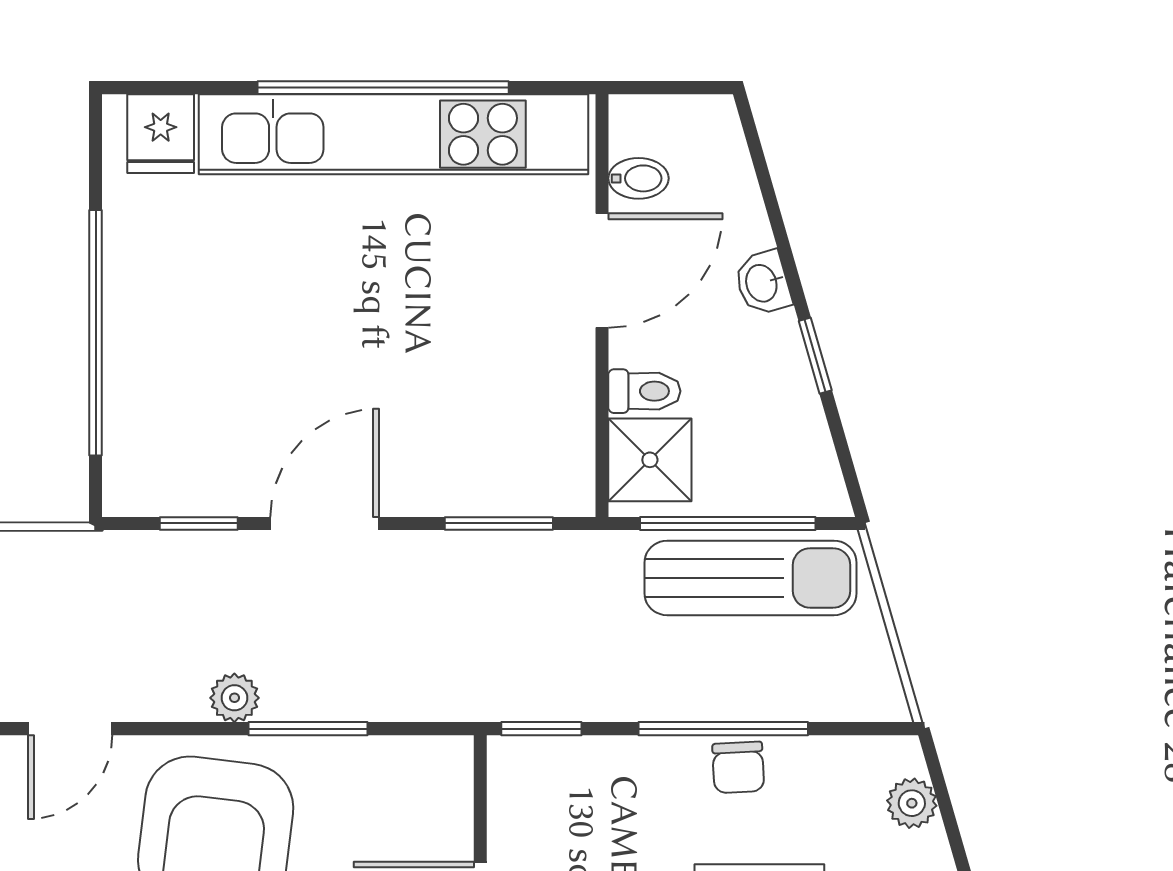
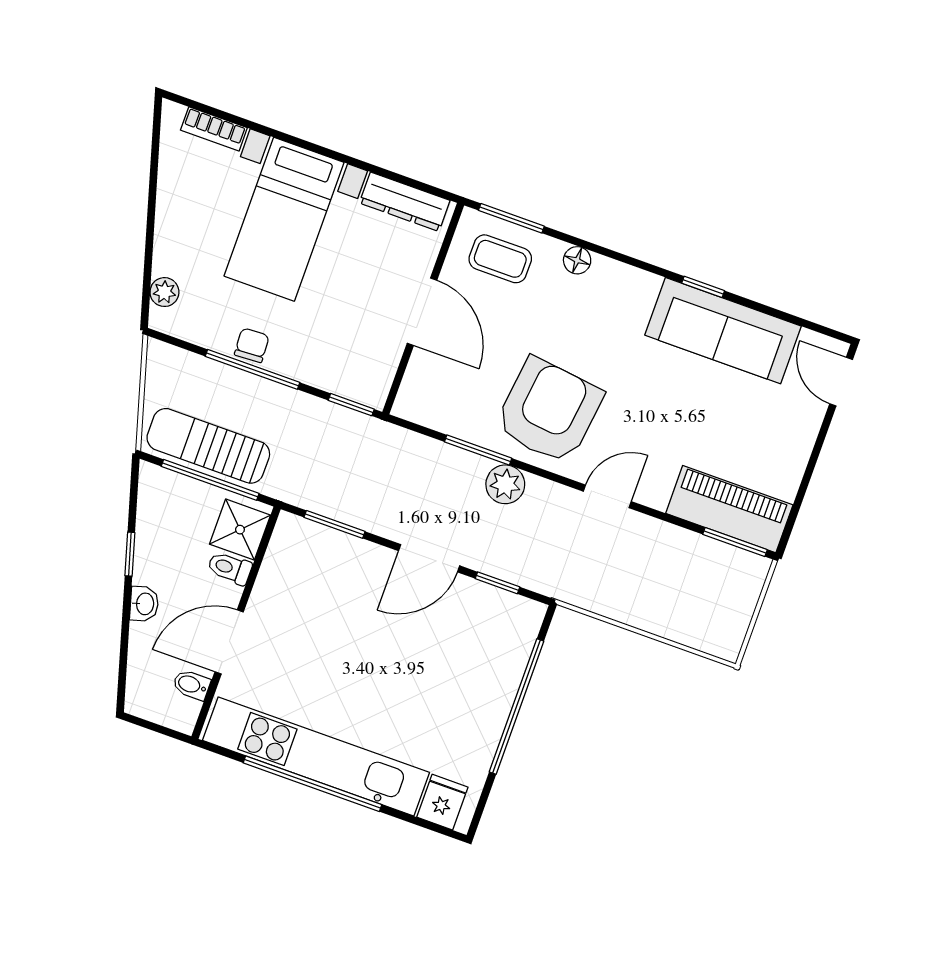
plant: (234, 698) -> (505, 484), width x1.38, depth x1.38

